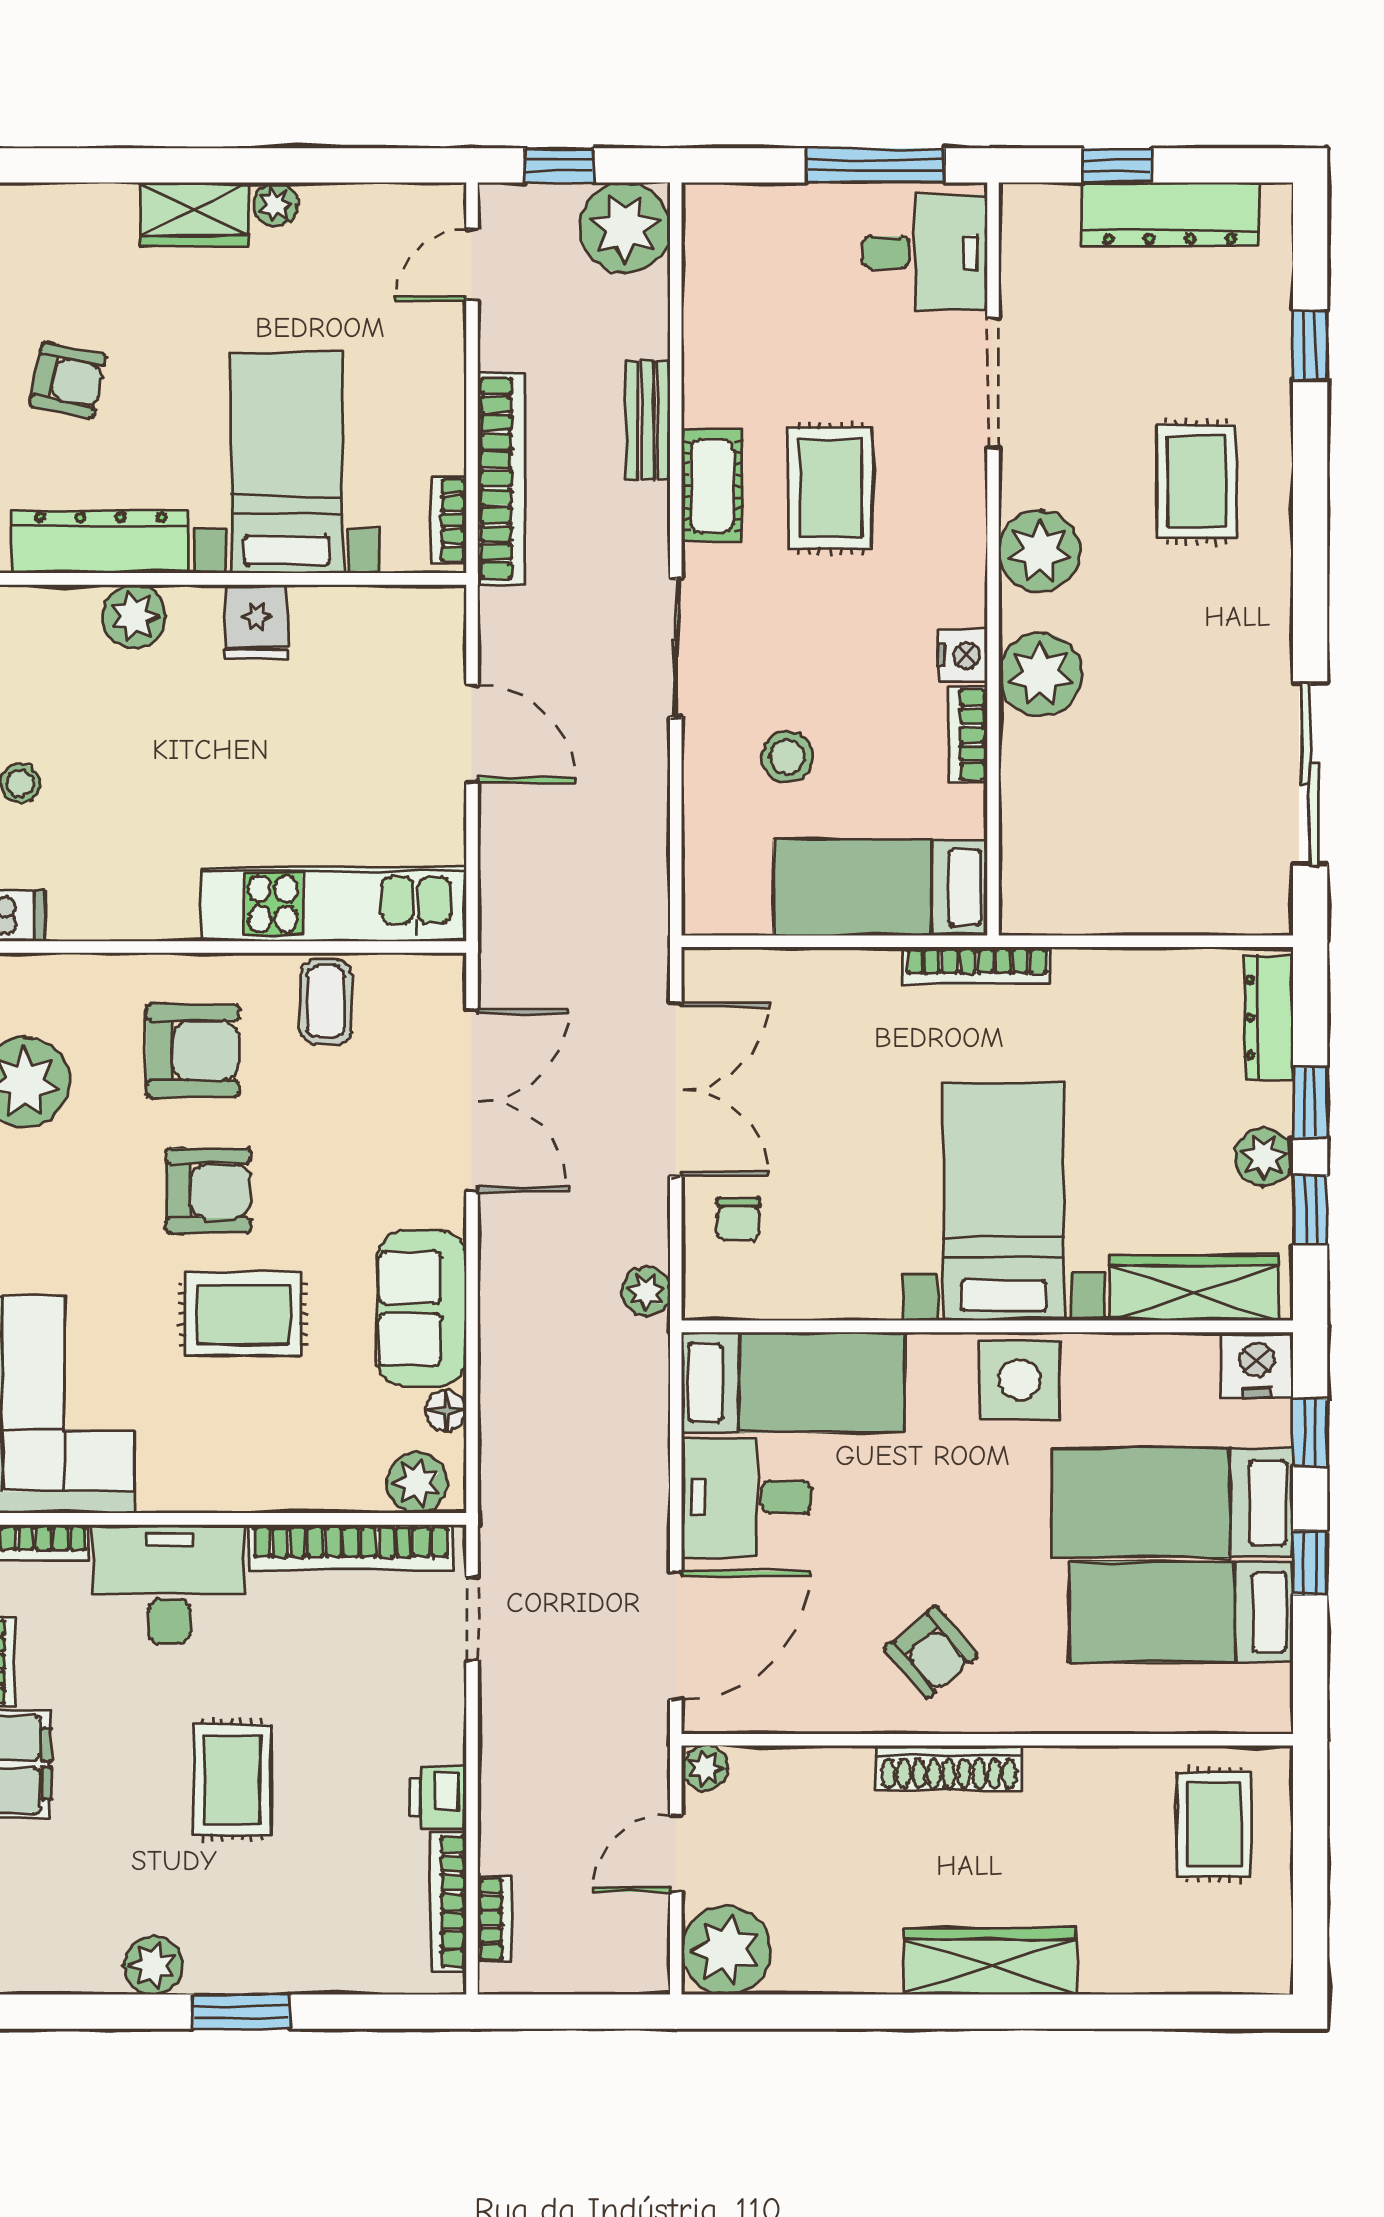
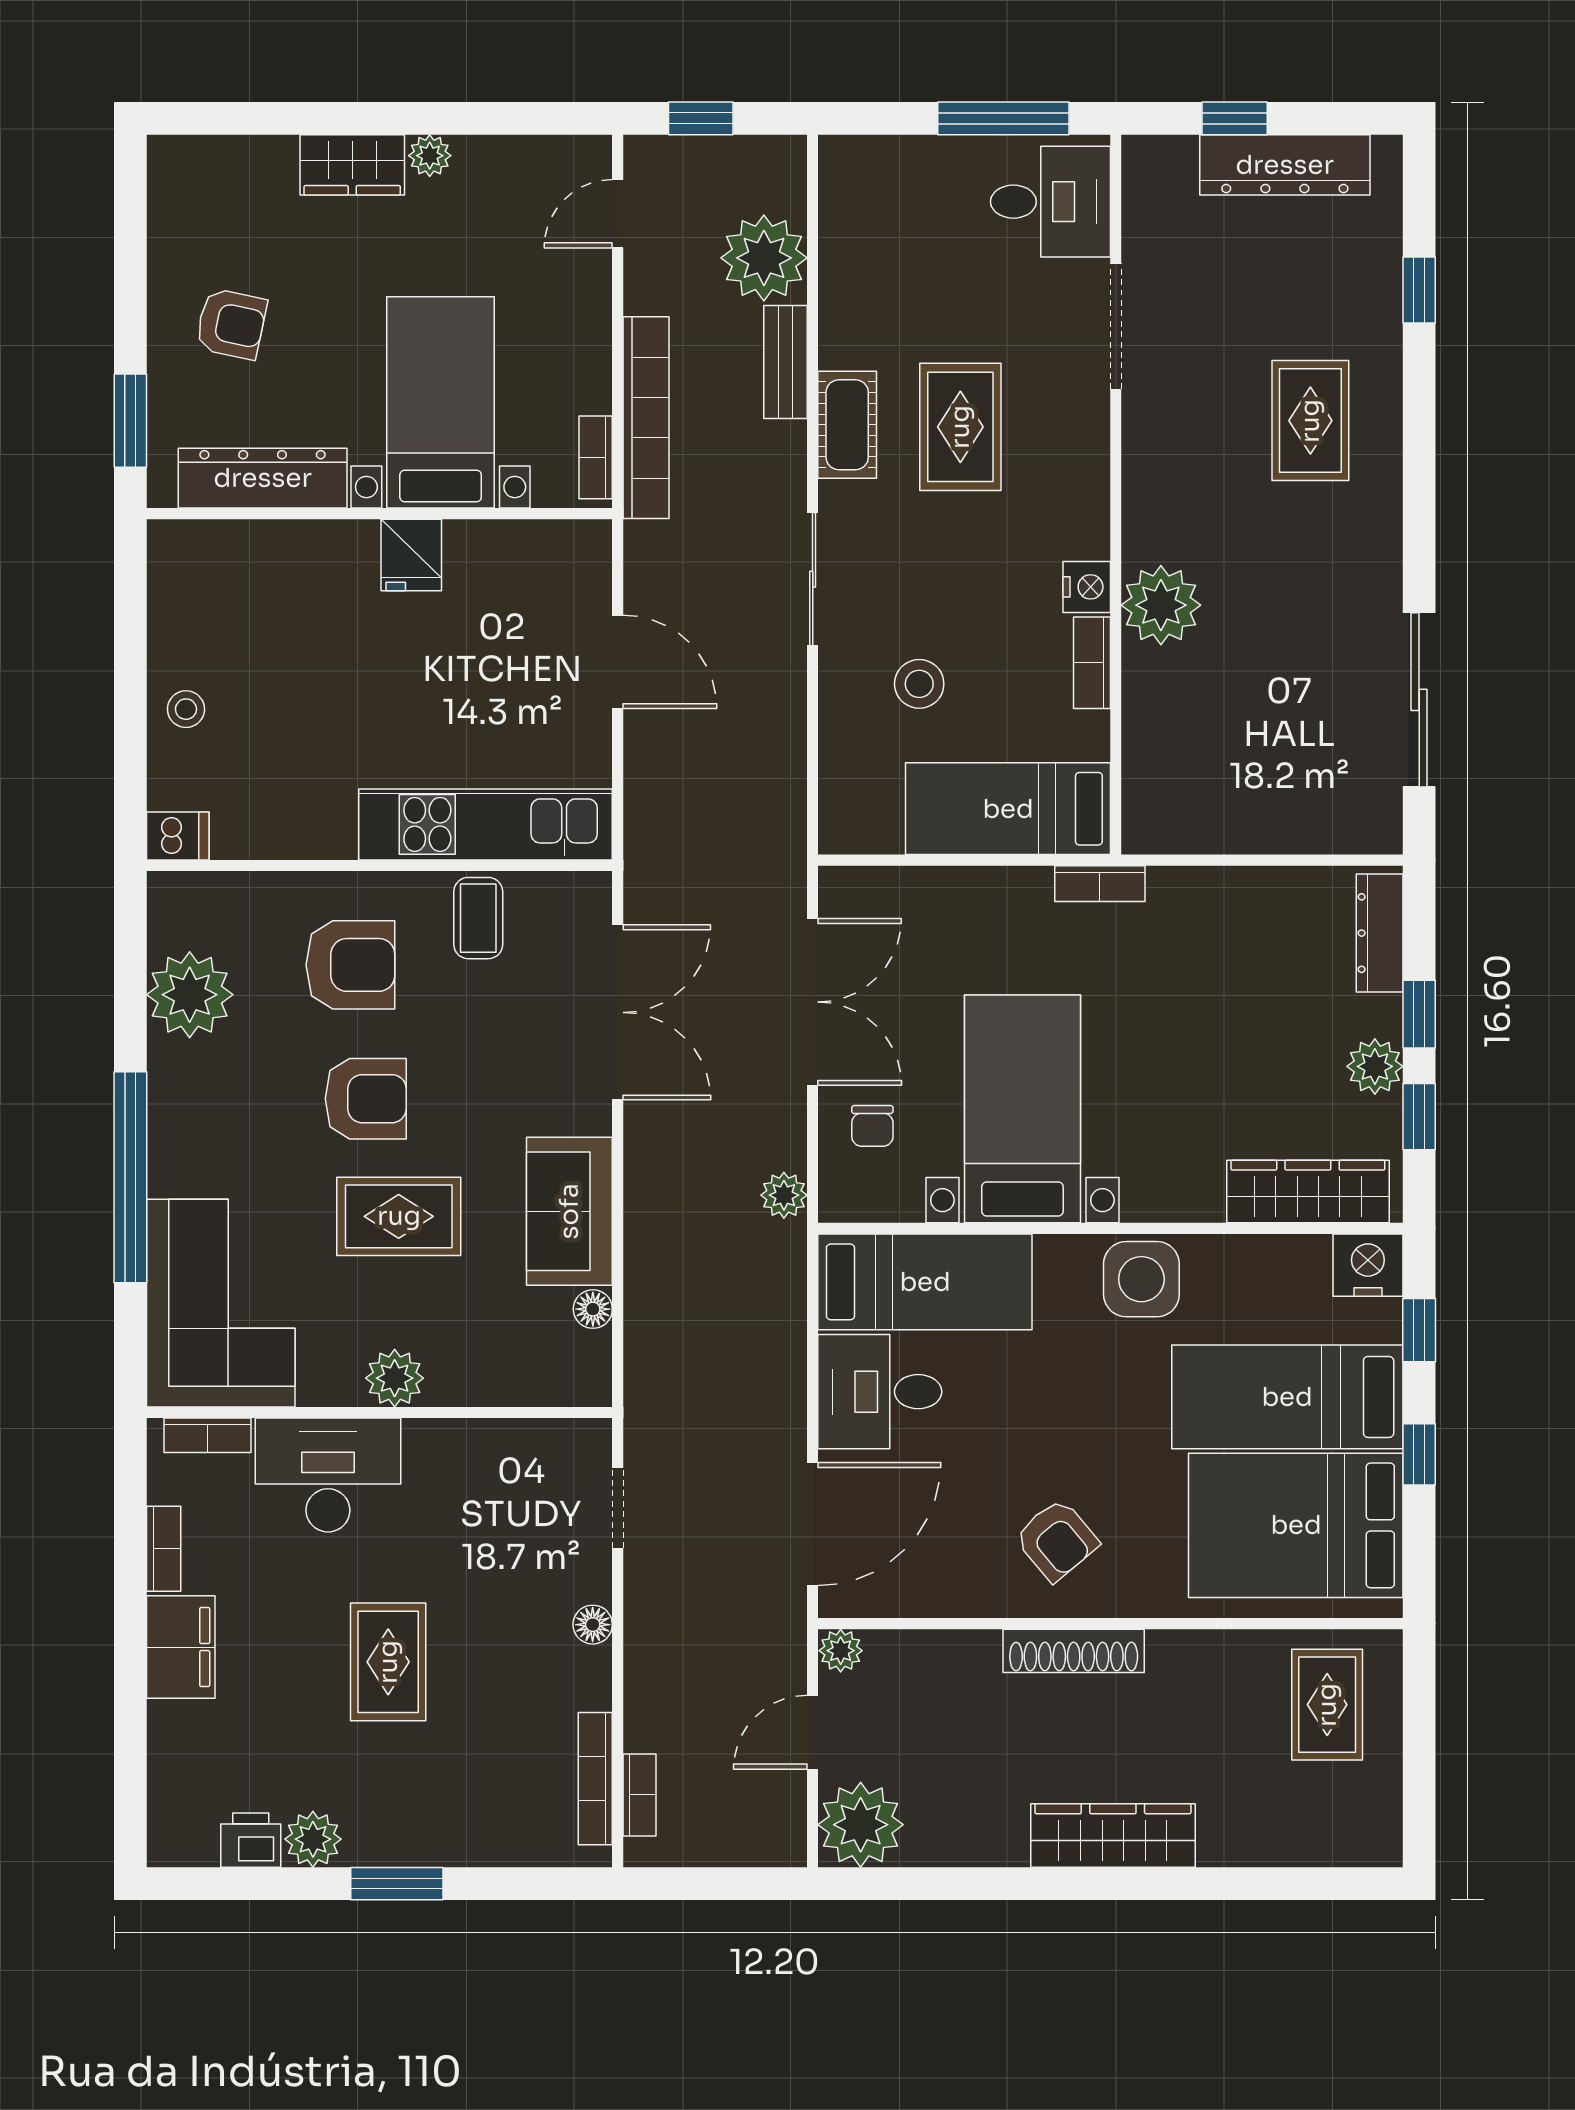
plant: (625, 228) -> (764, 258), moved
plant: (1039, 551) -> (1160, 487), removed
plant: (134, 616) -> (295, 550), removed
bookcase: (976, 966) -> (1100, 884), width x0.64
bed with nightstands: (1004, 1201) -> (1022, 1109), moved
plant: (417, 1483) -> (395, 1378), moved
bookcase: (351, 1548) -> (502, 1440), removed
bed: (1181, 1612) -> (1296, 1525), width x1.50
floor lamp: (446, 1741) -> (593, 1625), added
printer: (438, 1797) -> (251, 1840), moved, turned 90

